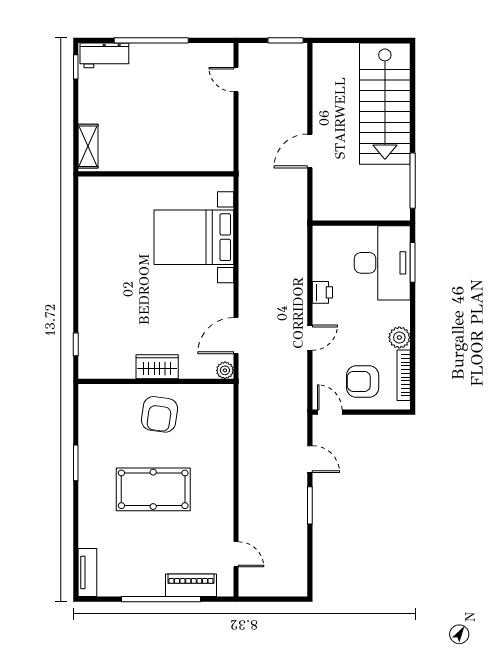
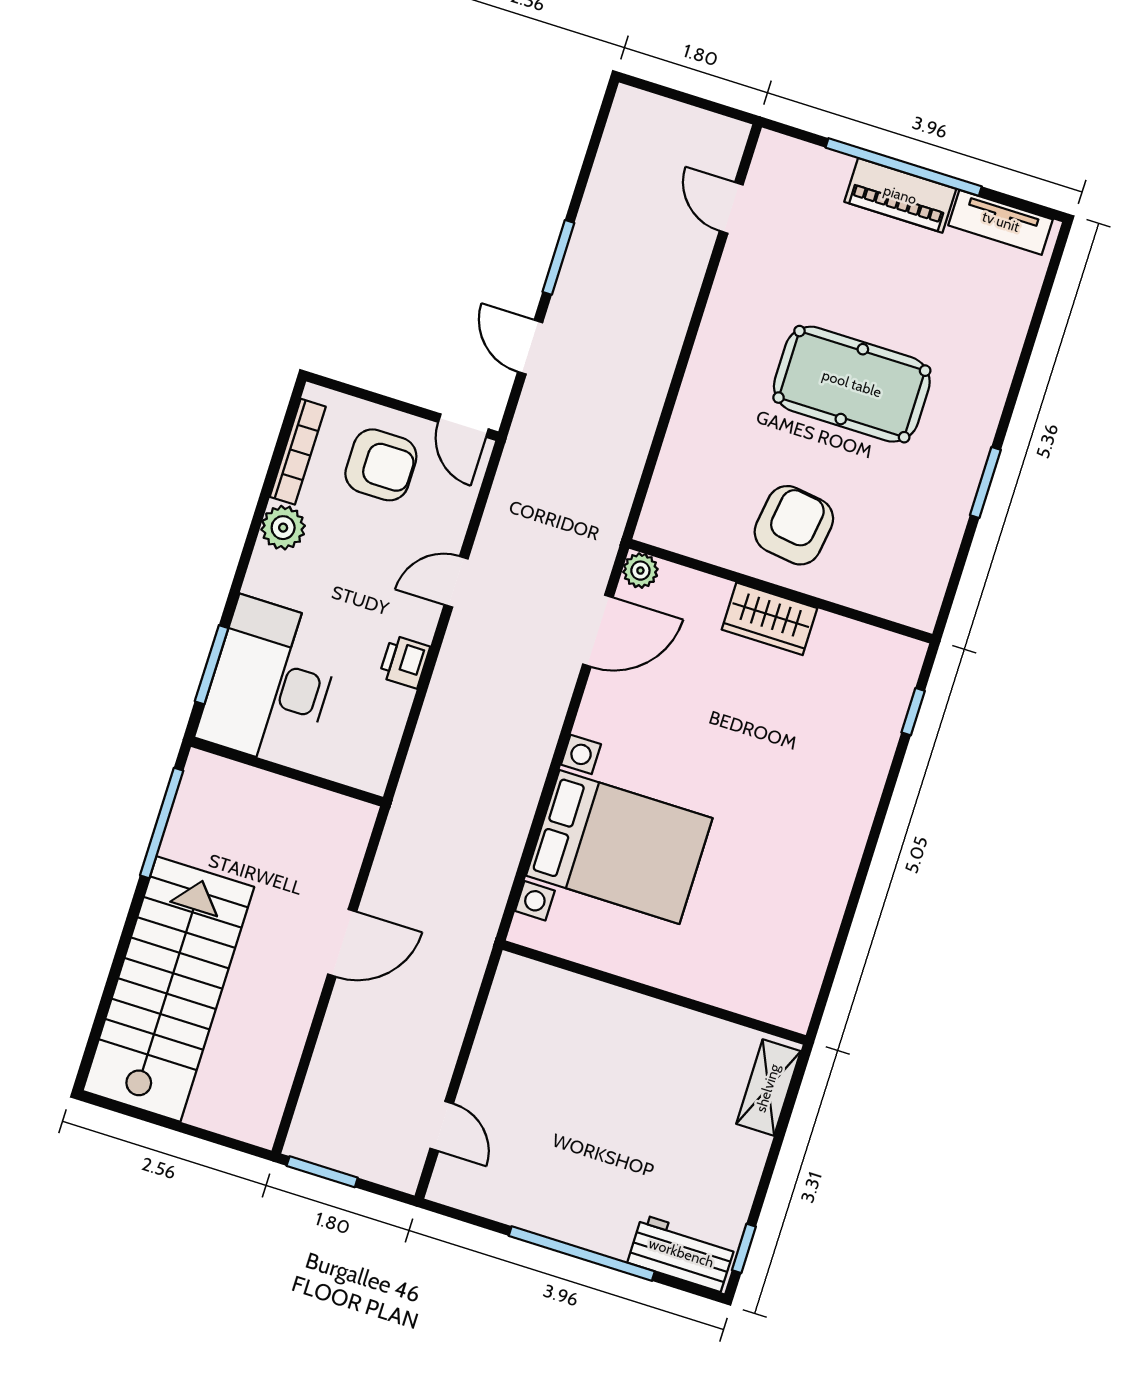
tv unit: (87, 573) -> (1001, 222), moved, turned -90
piano: (191, 585) -> (900, 195), moved

